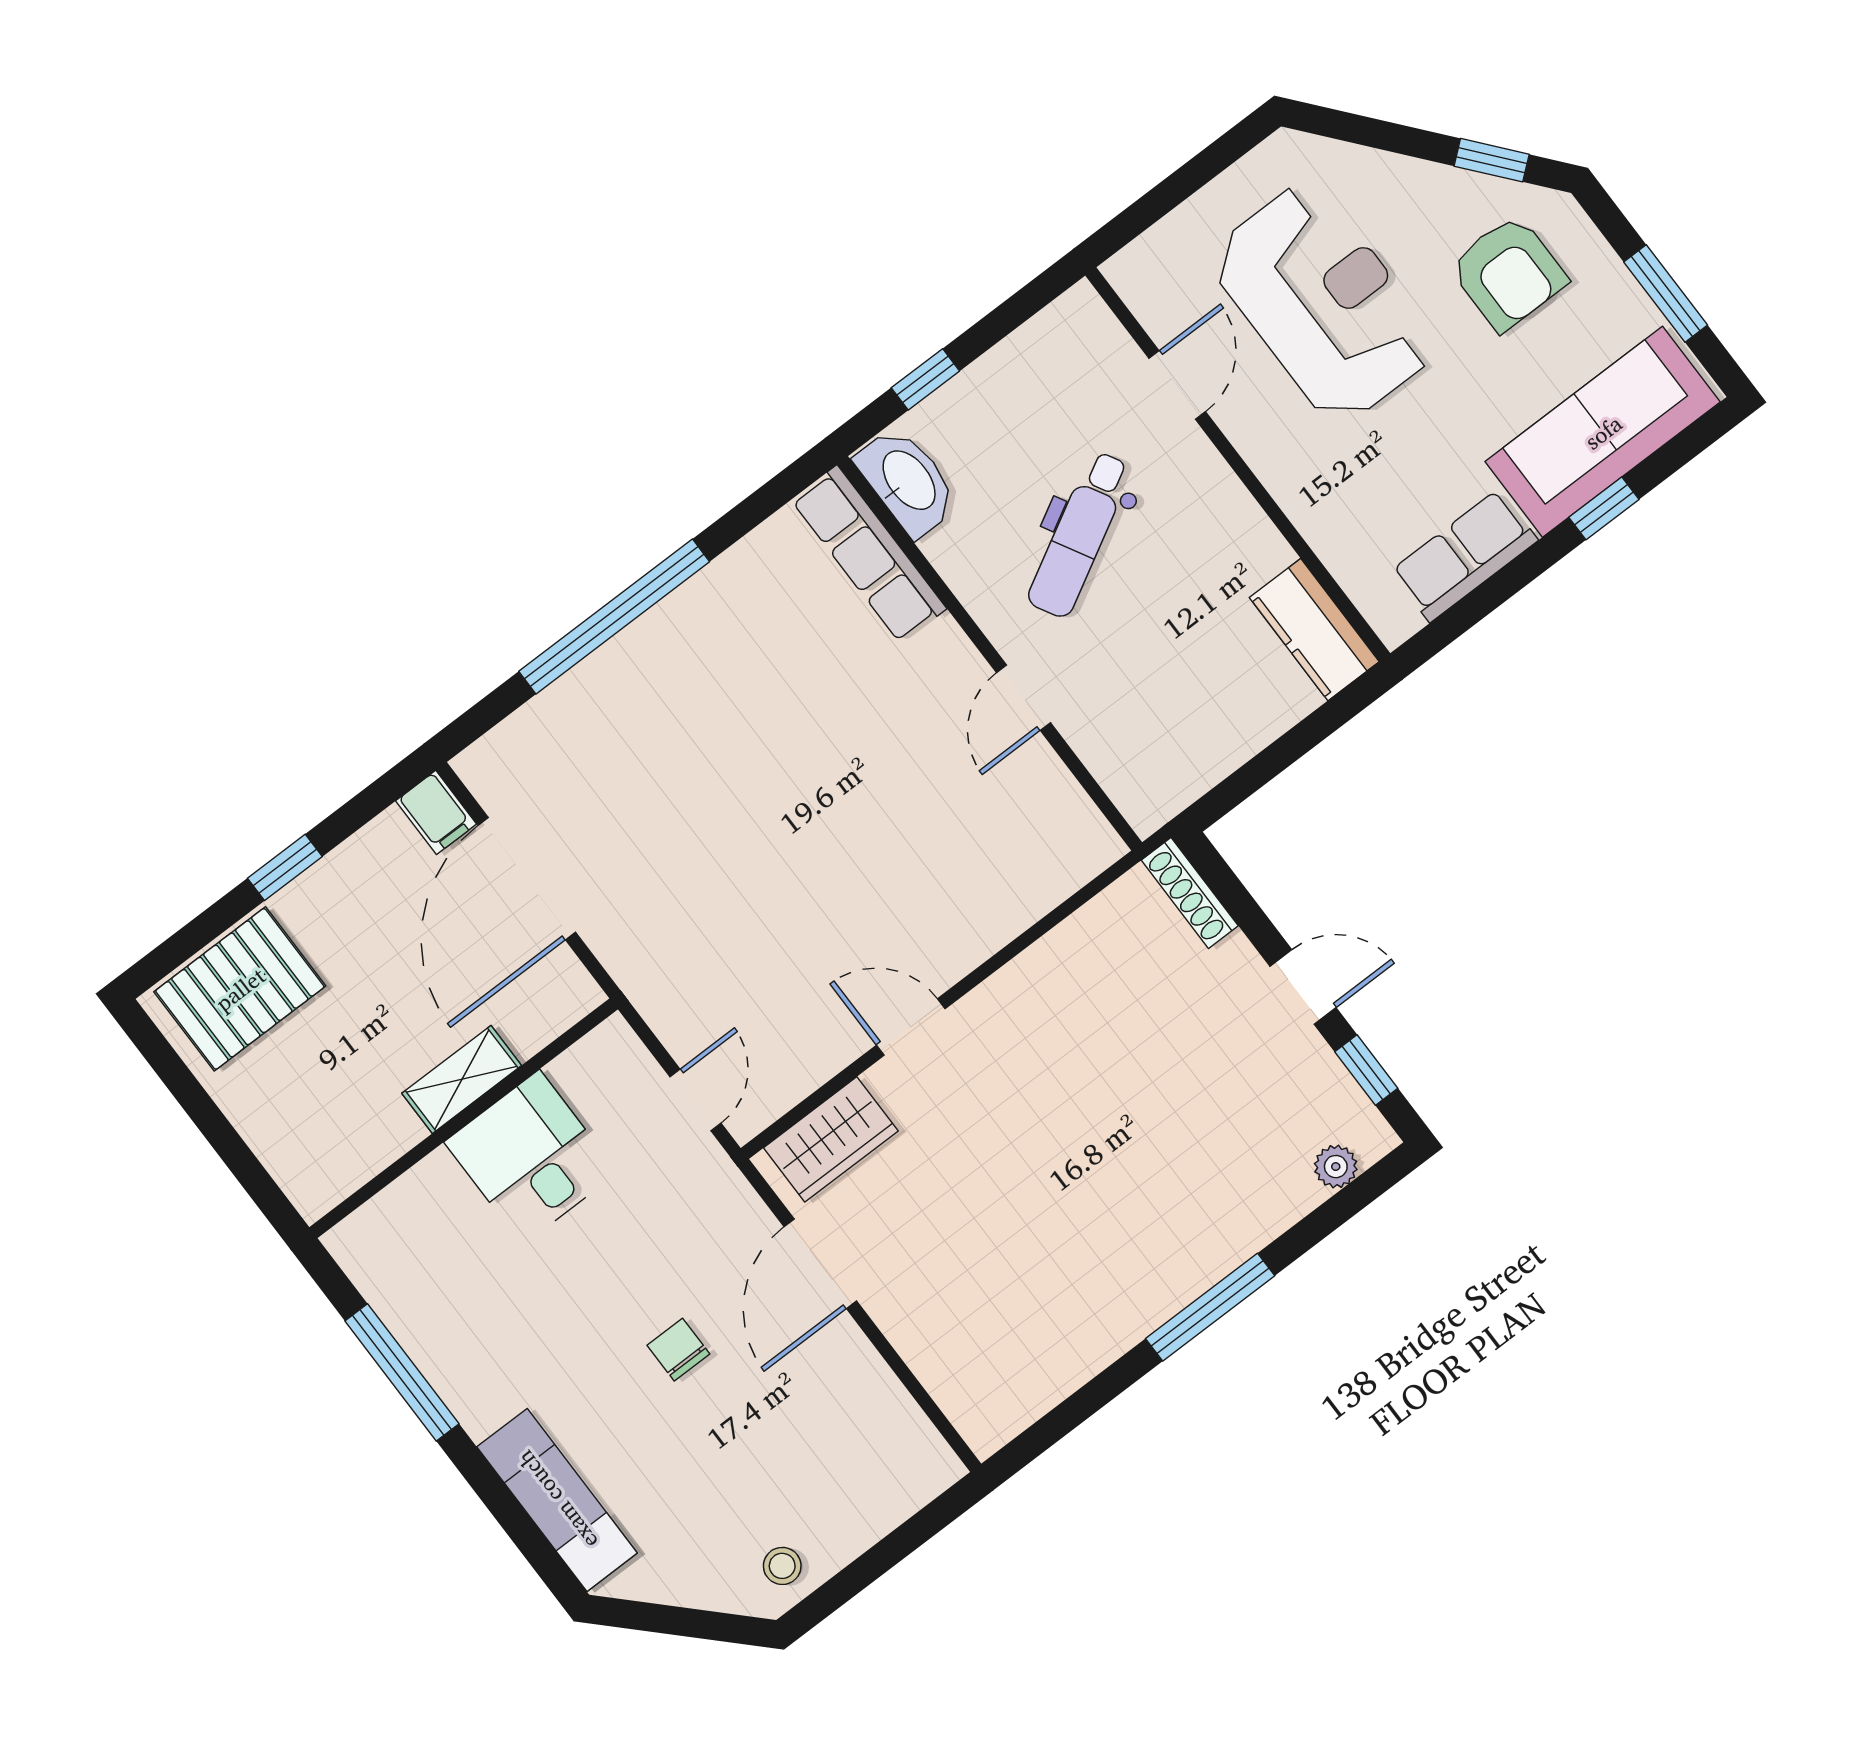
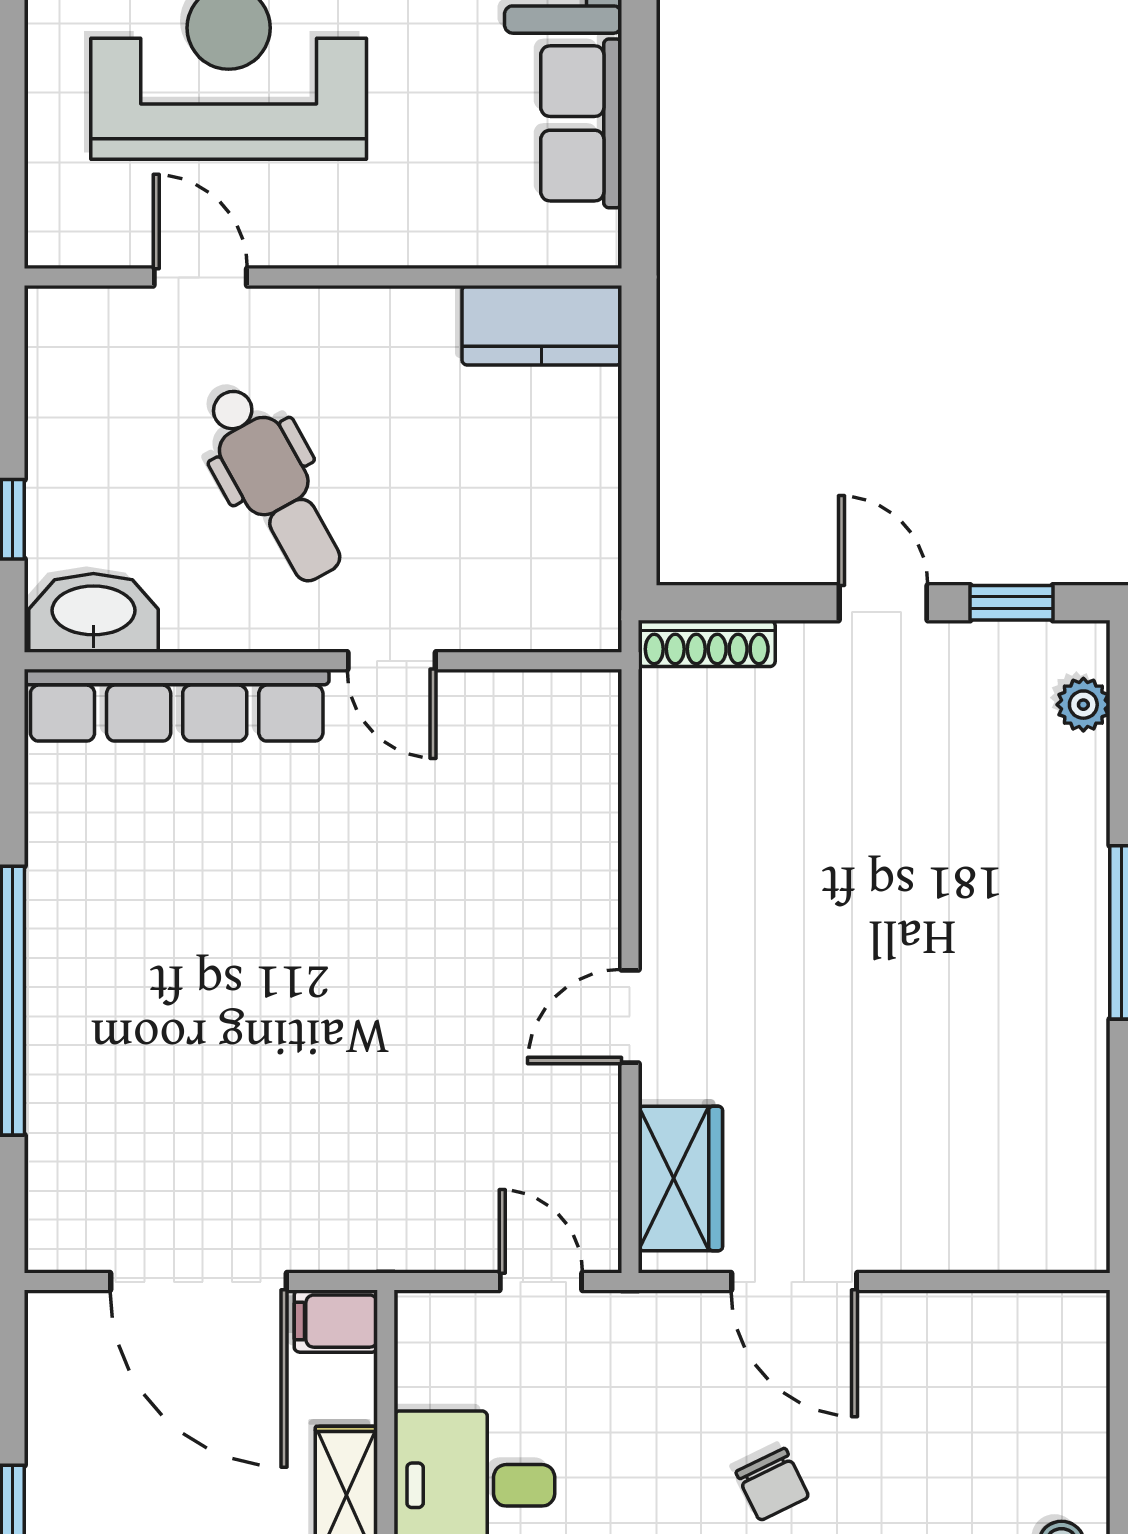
row of seats: (869, 554) -> (177, 705), width x1.36
filing cabinet: (436, 812) -> (336, 1321), moved, turned 180
door: (1303, 987) -> (883, 603), hinge flipped
chair: (678, 1350) -> (772, 1484), turned -116

